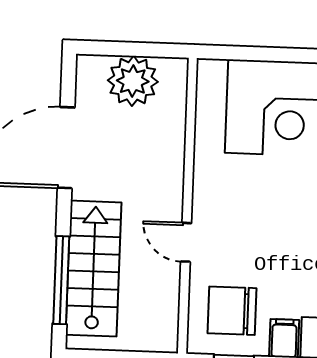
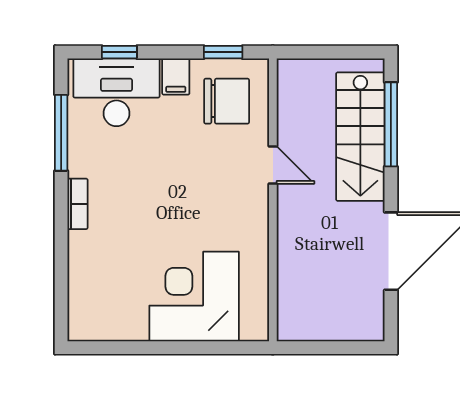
plant: (133, 81) -> (329, 317), removed

